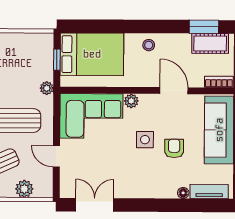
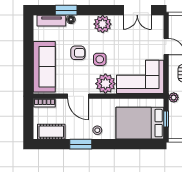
window: (204, 27) -> (81, 144), moved
plant: (131, 101) -> (105, 84), width x1.88, depth x1.88
armchair: (174, 148) -> (78, 53), turned -90
plant: (141, 187) -> (103, 24), added
window: (190, 205) -> (66, 10), added

